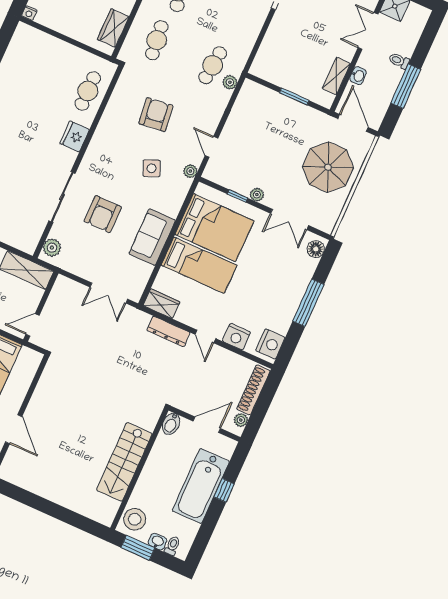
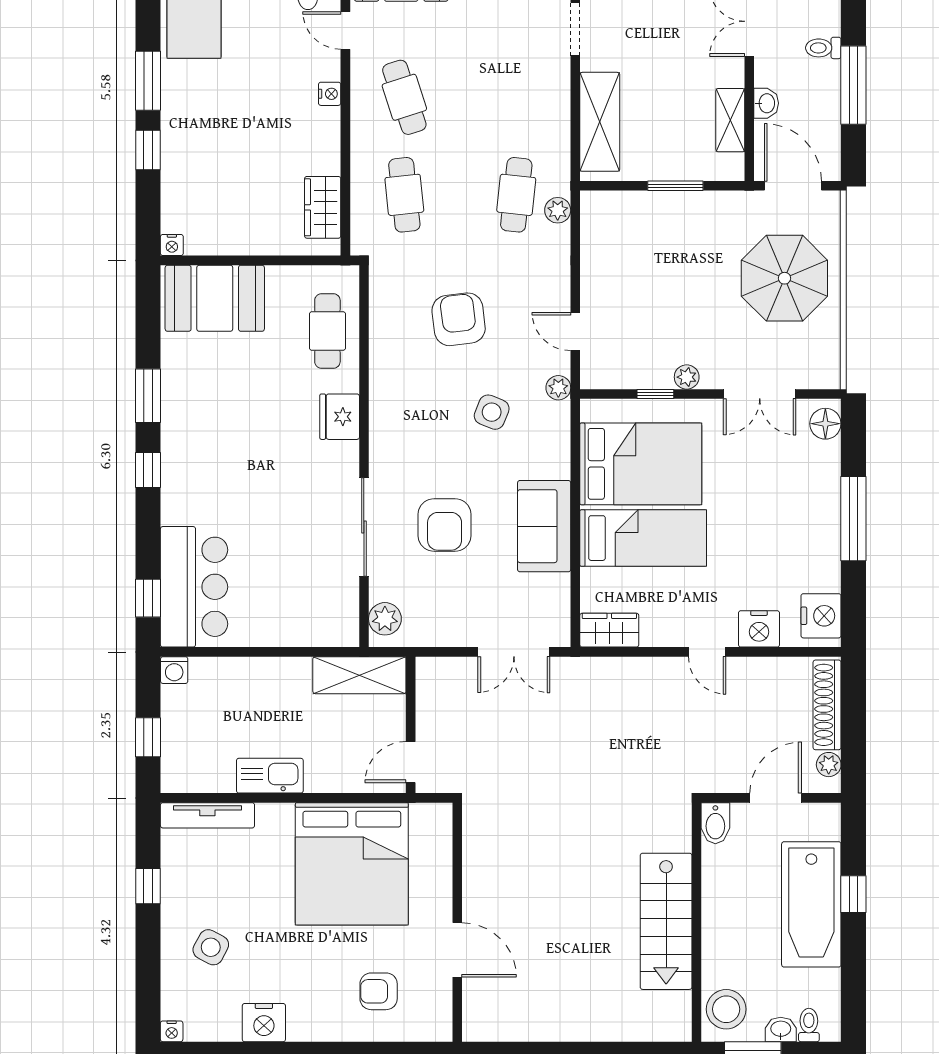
shelving: (271, 48) -> (600, 122), added
booth: (39, 49) -> (215, 298), added
side table: (152, 168) -> (492, 412), turned 45
dresser: (169, 331) -> (642, 671), removed

